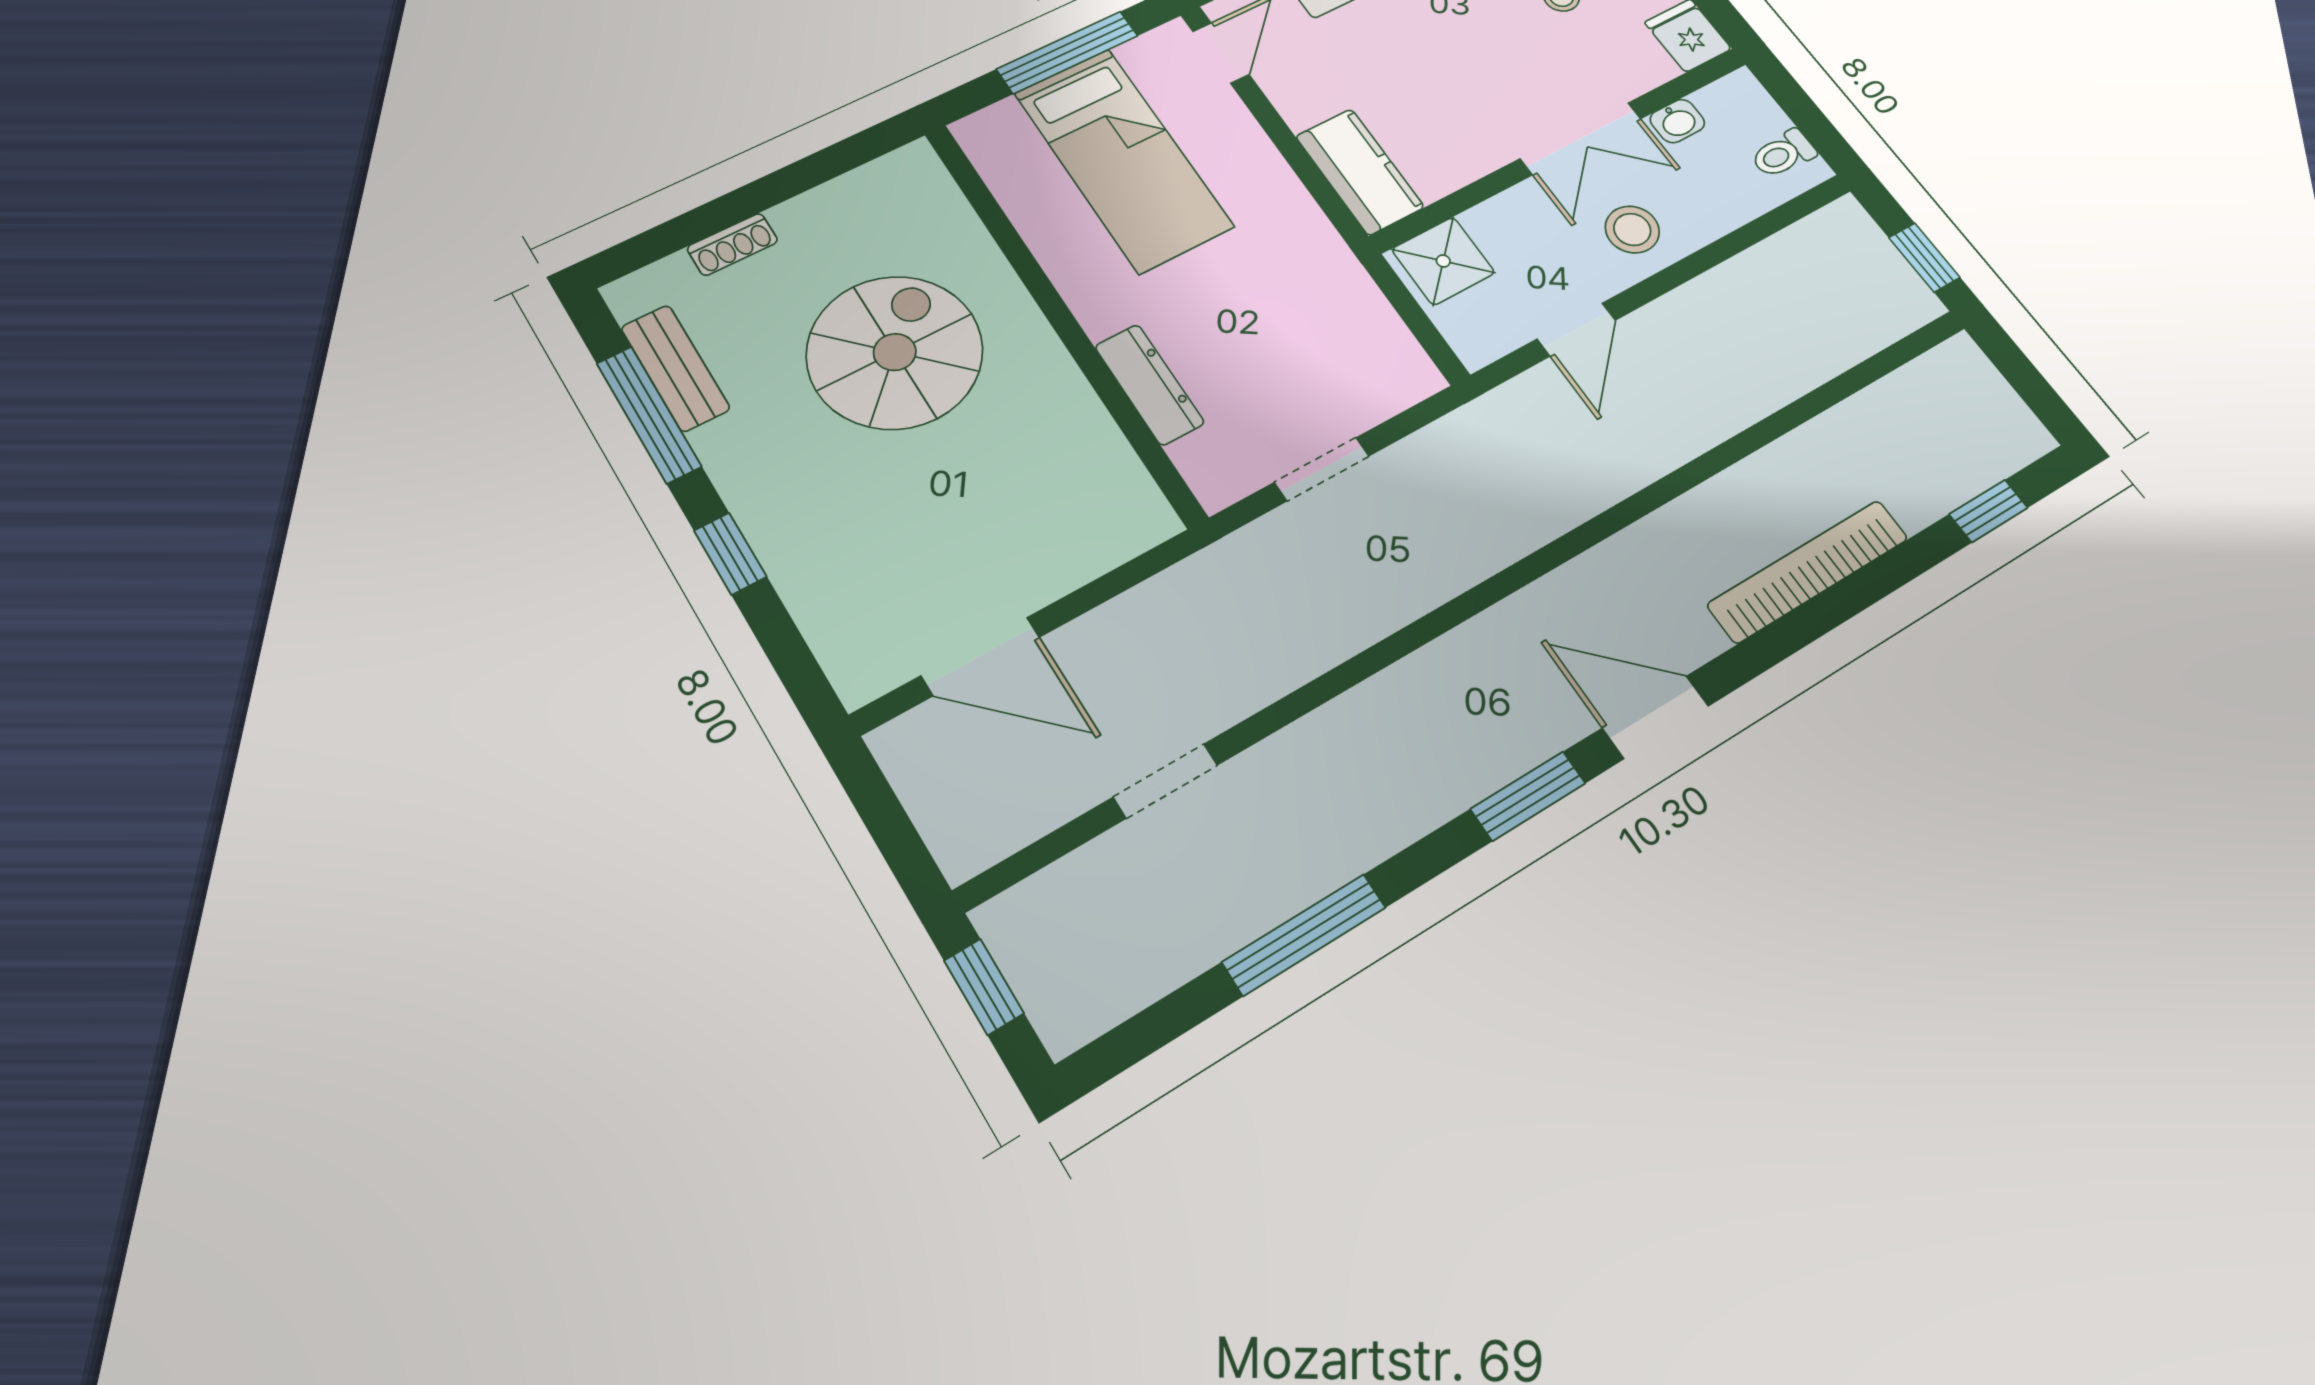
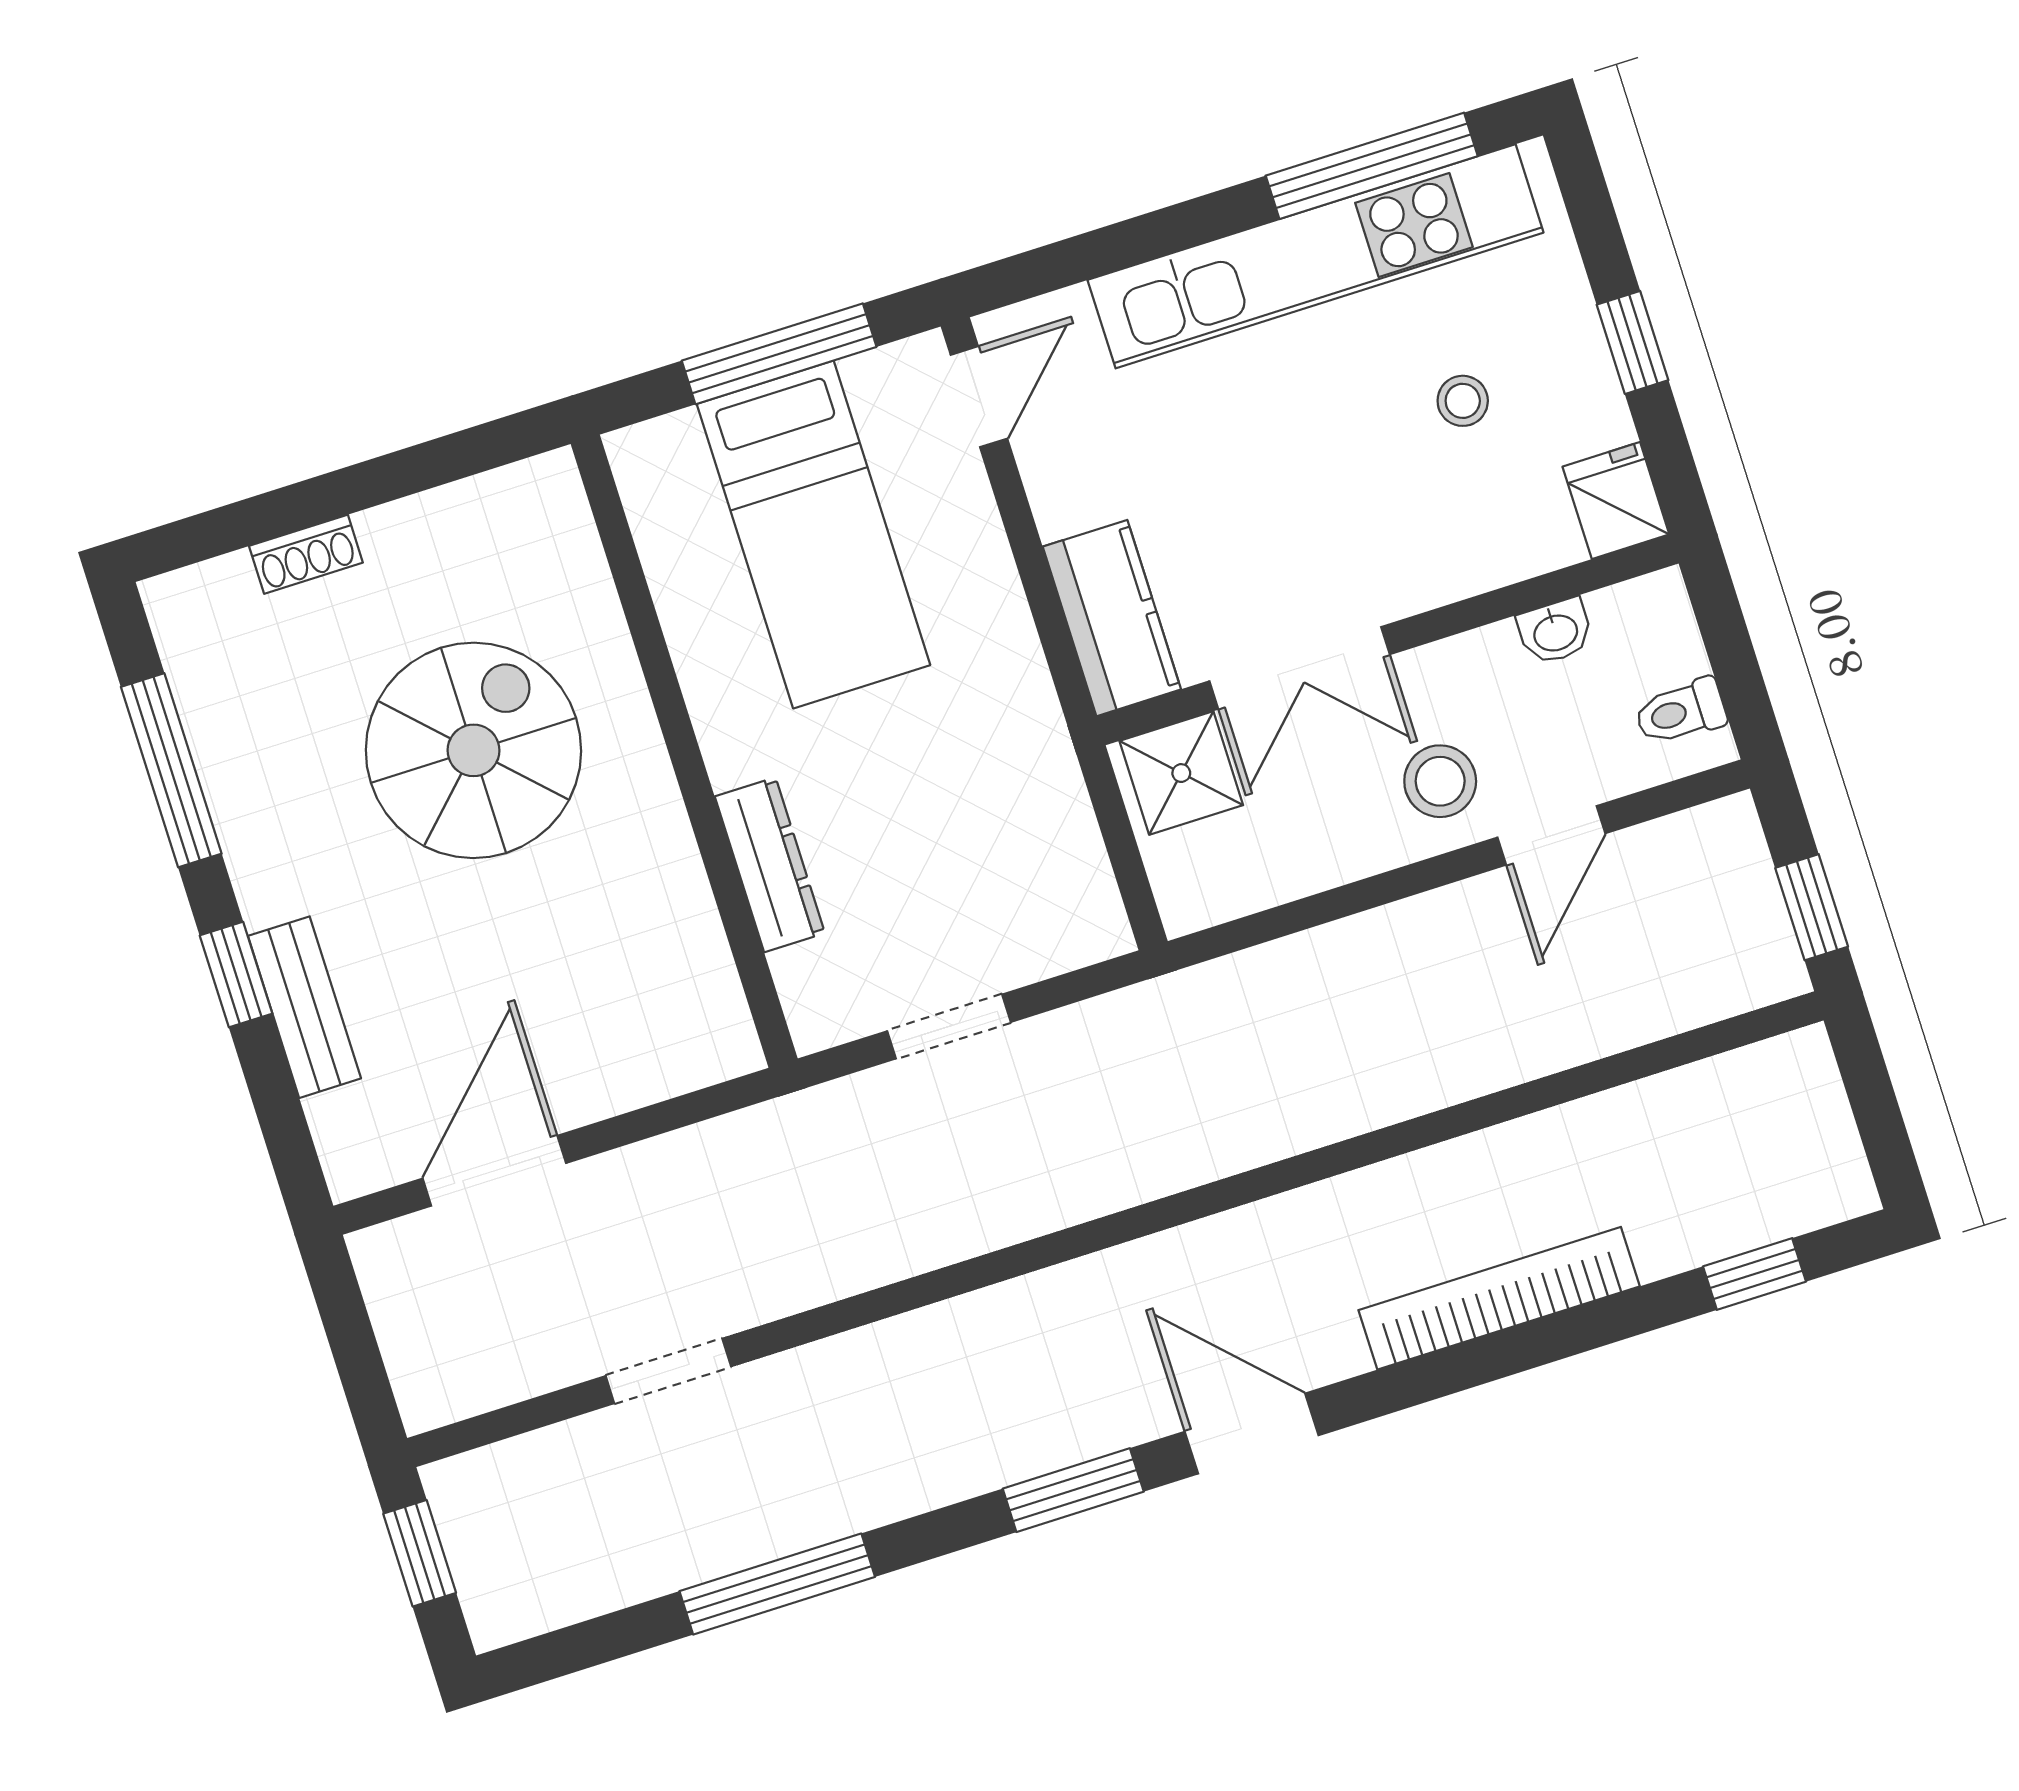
double door: (1581, 139) -> (1300, 668), moved
door: (1576, 330) -> (1551, 835), moved
bench: (675, 368) -> (304, 1007), moved
door: (980, 656) -> (494, 1171), swing flipped

